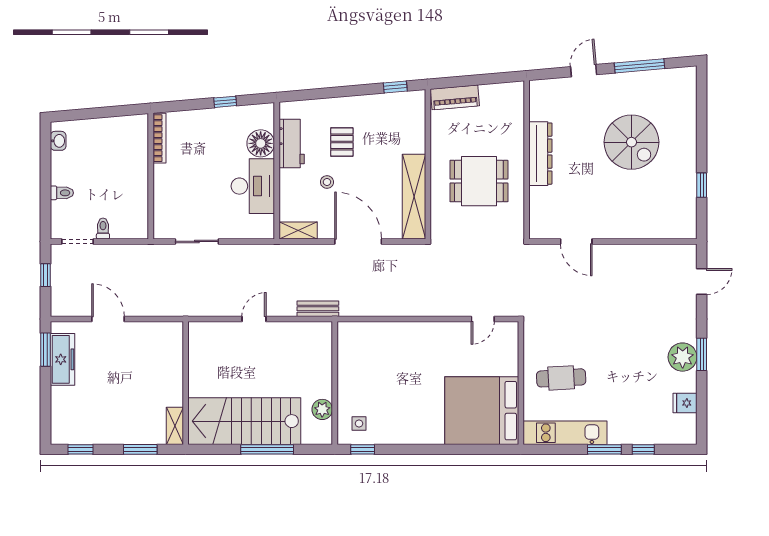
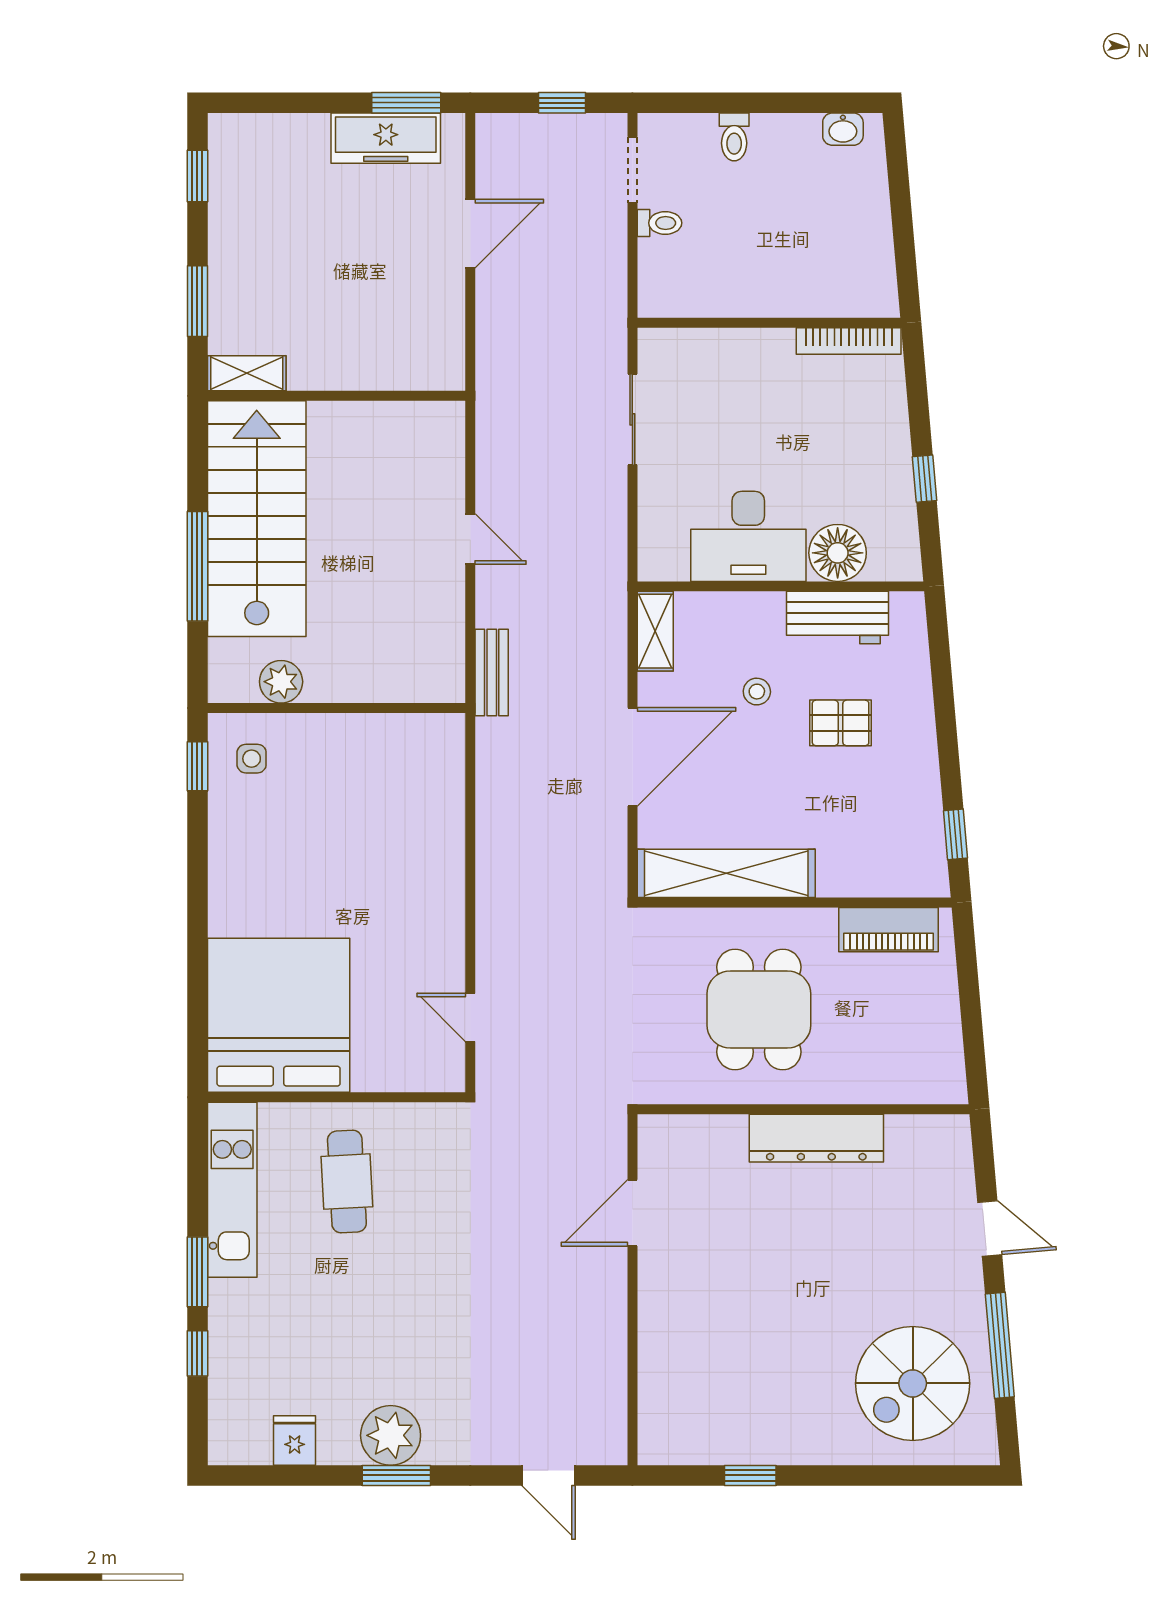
piano: (455, 97) -> (888, 930), moved, turned -85
spiral stairs: (631, 142) -> (913, 1383), moved

